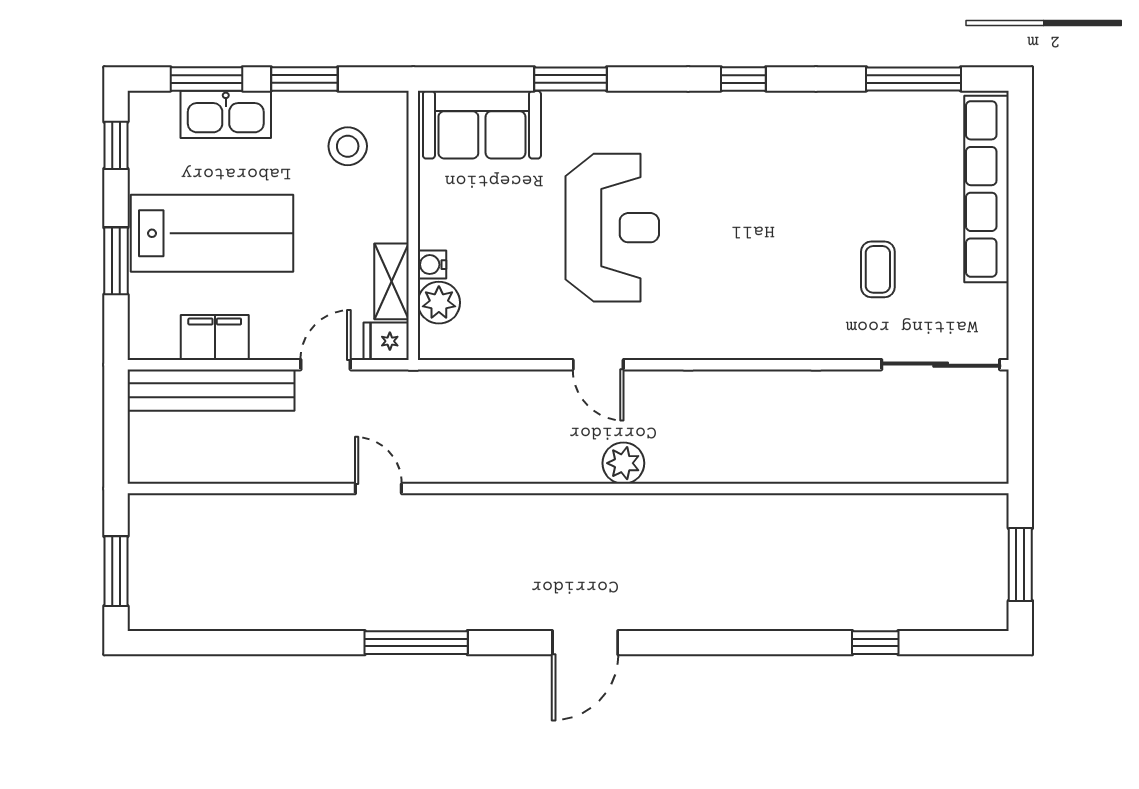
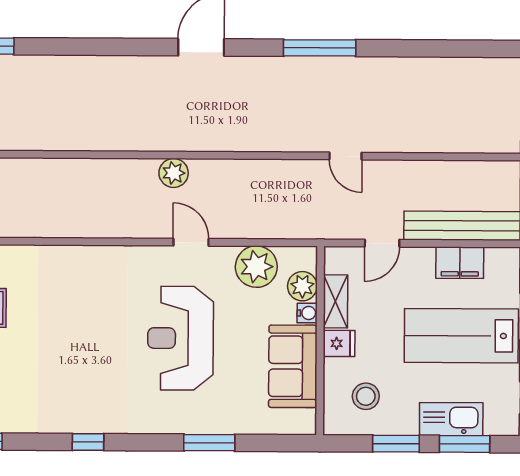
sofa: (482, 125) -> (293, 366), moved, turned -90
plant: (505, 330) -> (256, 267), added
fridge: (386, 341) -> (339, 343), moved

